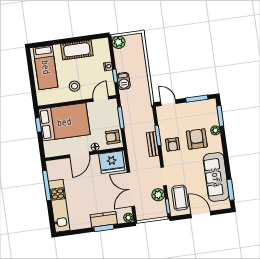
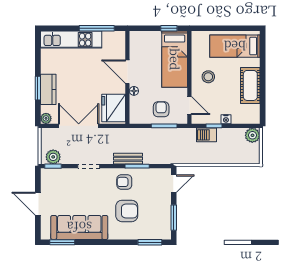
bed: (64, 122) -> (175, 59), width x0.67
plant: (215, 130) -> (134, 234), removed
armchair: (113, 137) -> (161, 109), moved
plant: (158, 195) -> (53, 157), moved
coffee table: (180, 198) -> (61, 182), removed
door: (201, 215) -> (38, 204), swing flipped

